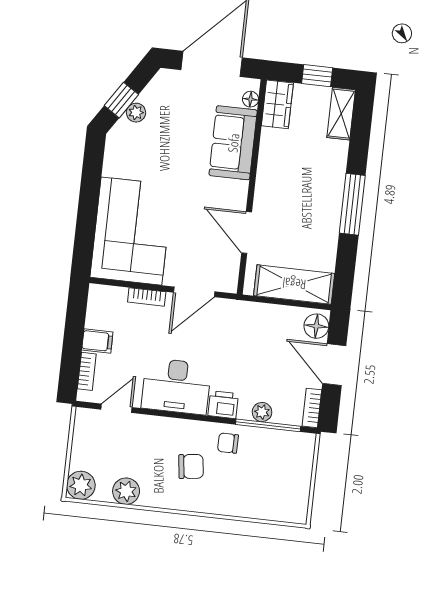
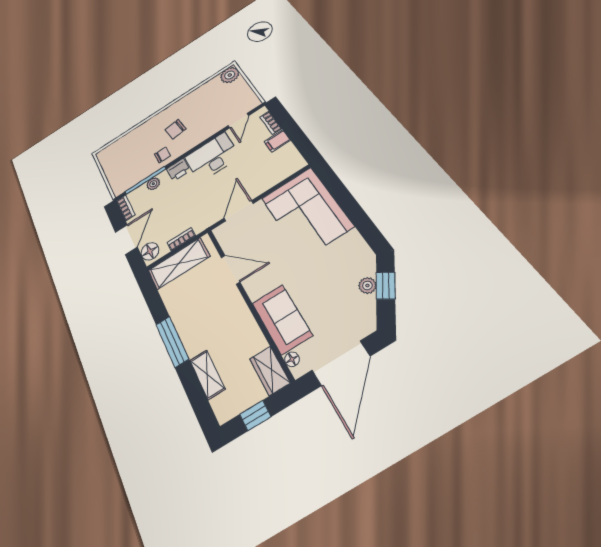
shelving: (341, 114) -> (207, 375), moved
bookcase: (147, 297) -> (181, 239), moved
door: (334, 365) -> (126, 239), hinge flipped
plant: (126, 491) -> (203, 92), removed

